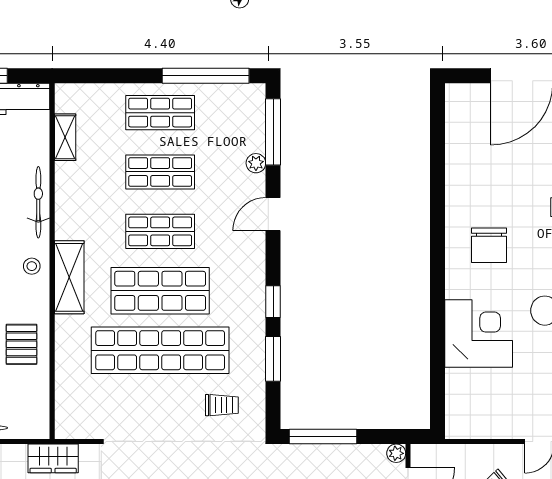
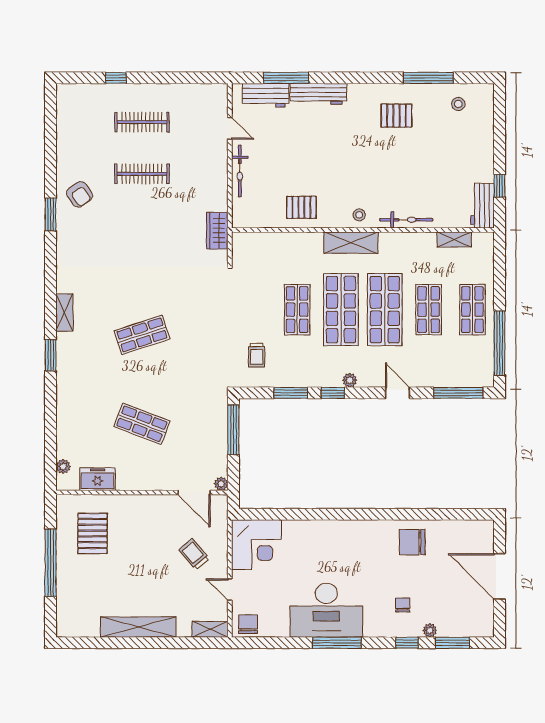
plant: (256, 163) -> (350, 380), moved
shop shelf: (160, 231) -> (385, 310), width x1.43, depth x1.36
chair: (489, 245) -> (412, 542), moved
corner desk: (479, 334) -> (257, 545), moved
shop shelf: (160, 350) -> (297, 310), width x0.50, depth x0.74

